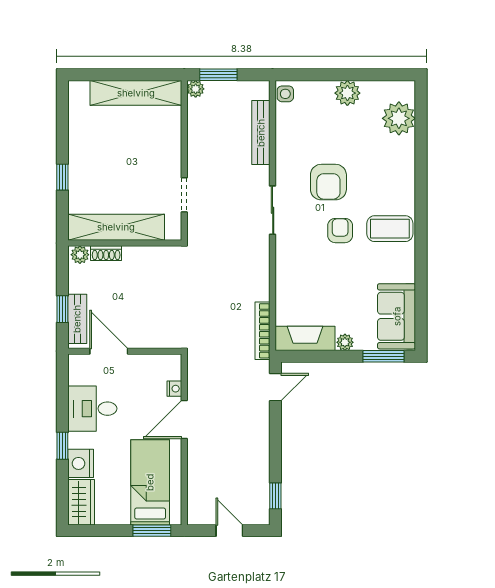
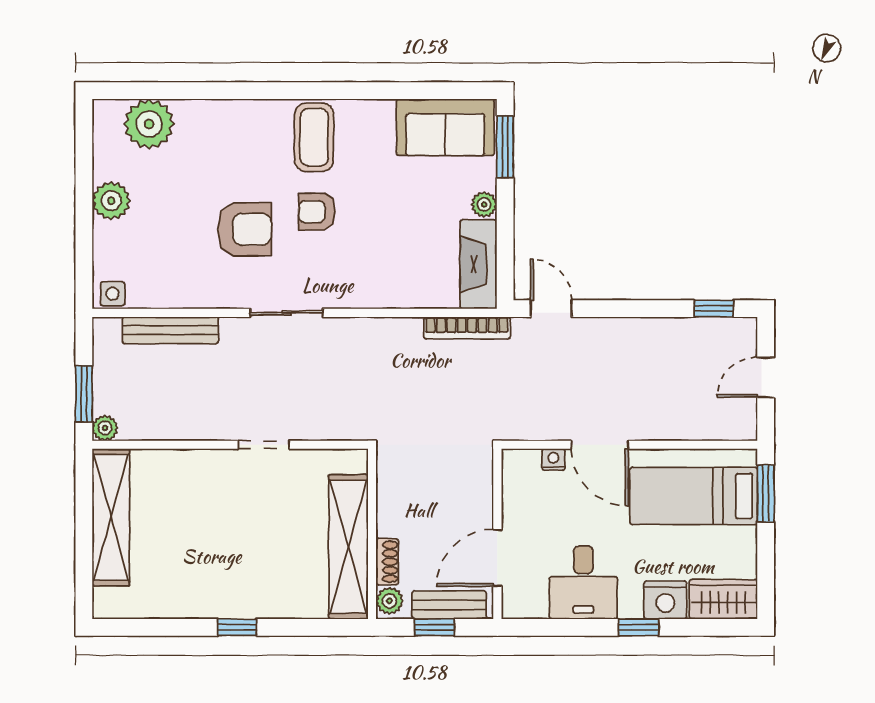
shelving: (116, 227) -> (348, 547), moved
wall: (125, 243) -> (372, 534), moved
shoe rack: (106, 253) -> (387, 562), moved
plant: (80, 255) -> (389, 601), moved

